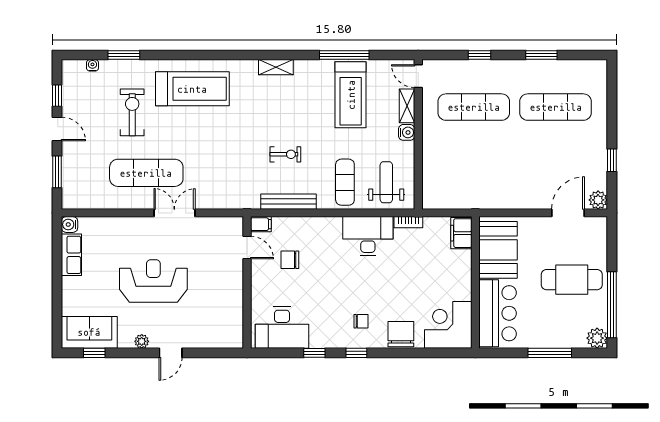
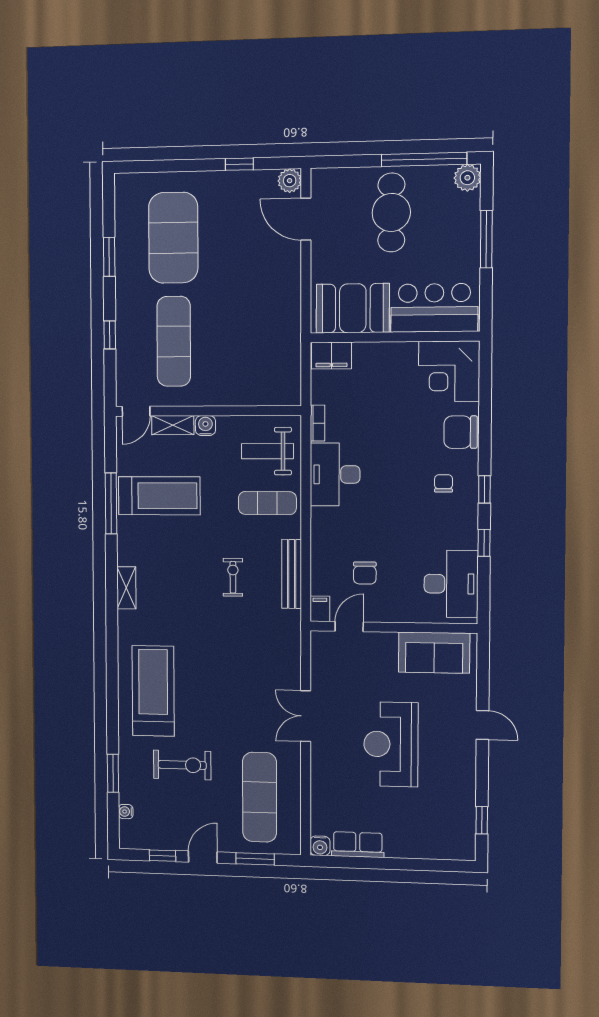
exercise mat: (556, 107) -> (173, 238), width x1.47
exercise bike: (132, 112) -> (182, 765), turned 180
exercise mat: (146, 173) -> (260, 797), moved
sofa: (89, 332) -> (434, 653), moved, turned -90
plant: (142, 341) -> (467, 761), removed

